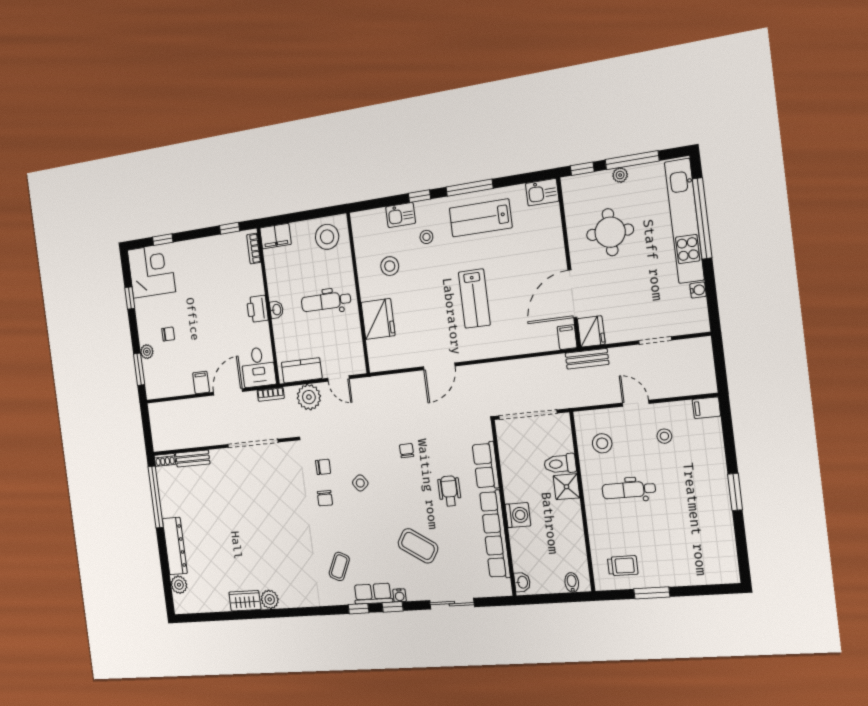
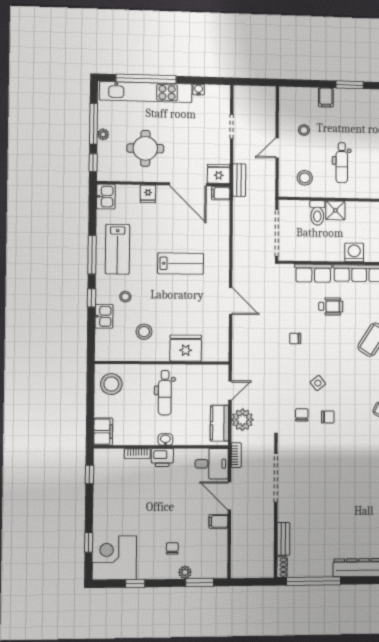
fridge: (553, 245) -> (148, 194), added
bookcase: (254, 249) -> (137, 454), moved
filing cabinet: (706, 408) -> (326, 97), moved
wheelchair: (449, 491) -> (331, 306), turned 180

